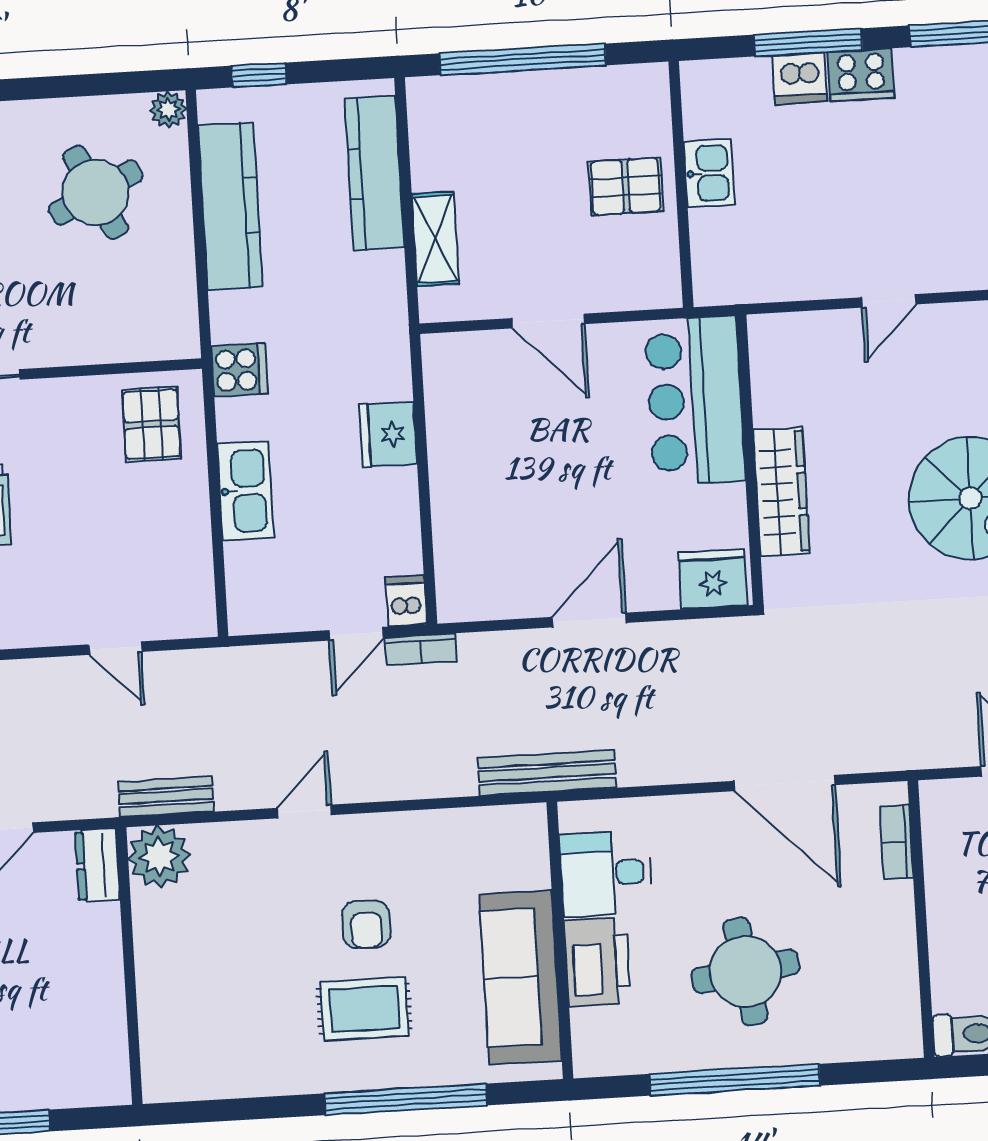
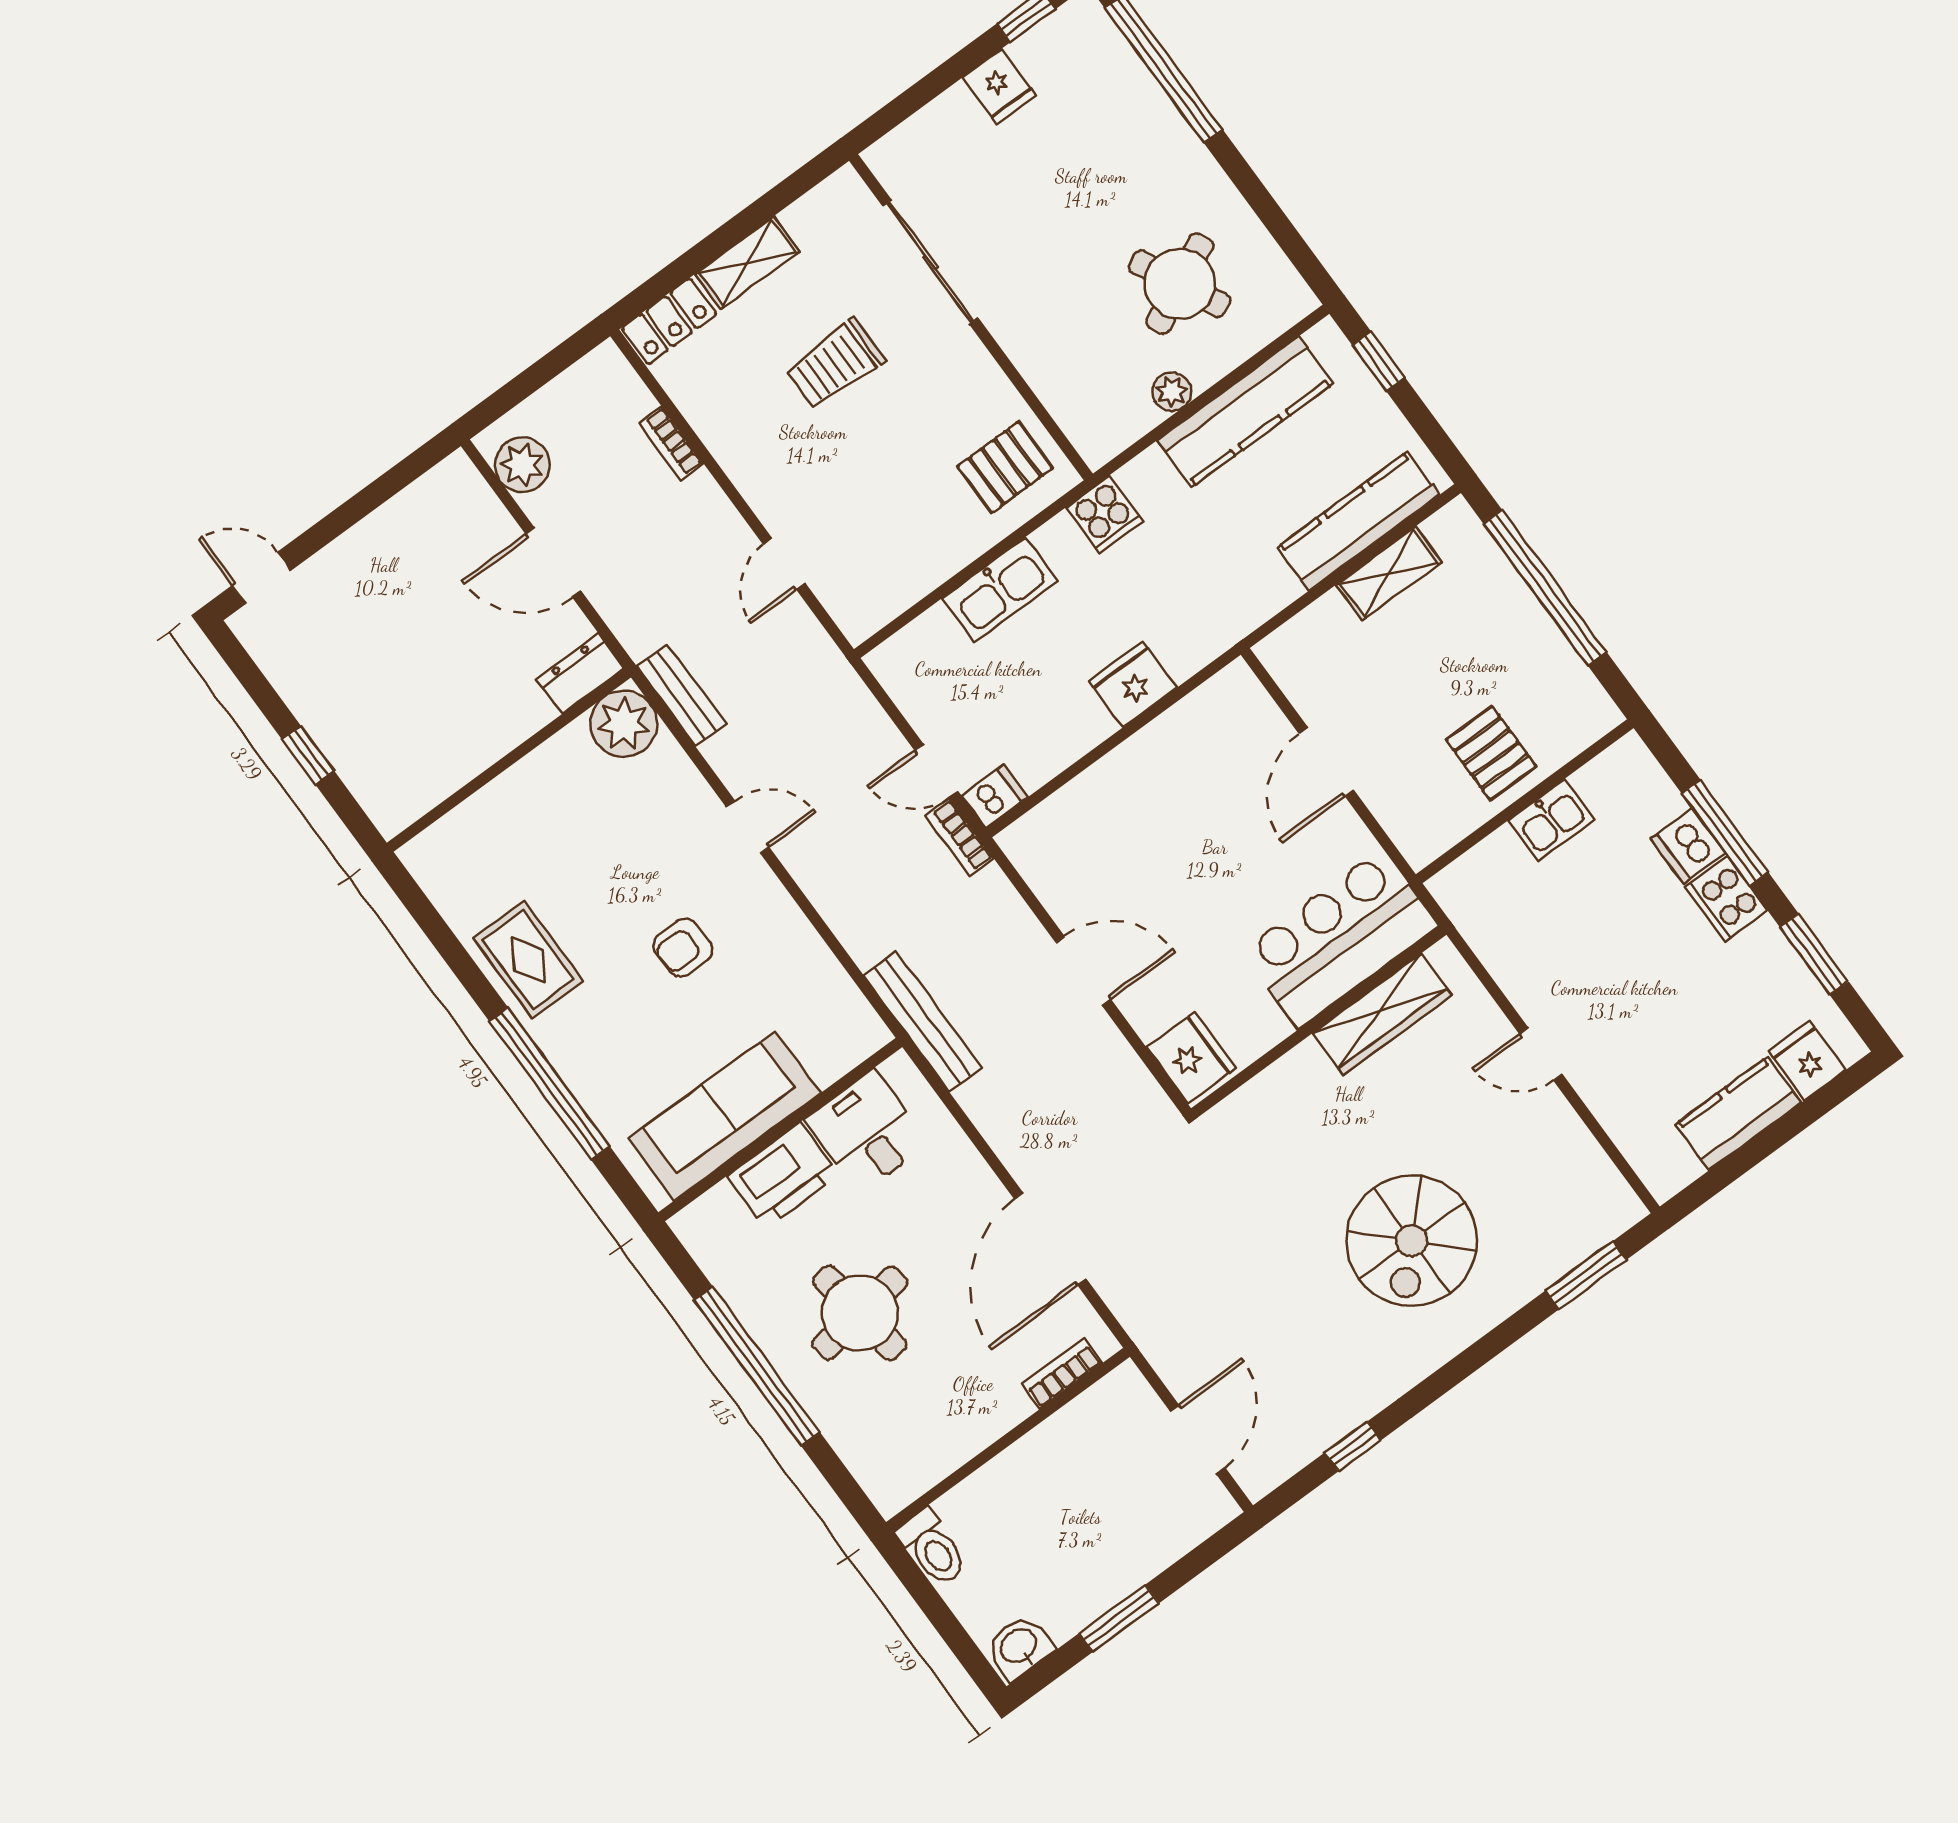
plant: (168, 110) -> (1172, 392), moved
shelving: (435, 239) -> (1389, 573), moved
wardrobe: (781, 492) -> (1382, 1014), moved
rug: (364, 1009) -> (528, 960), moved

